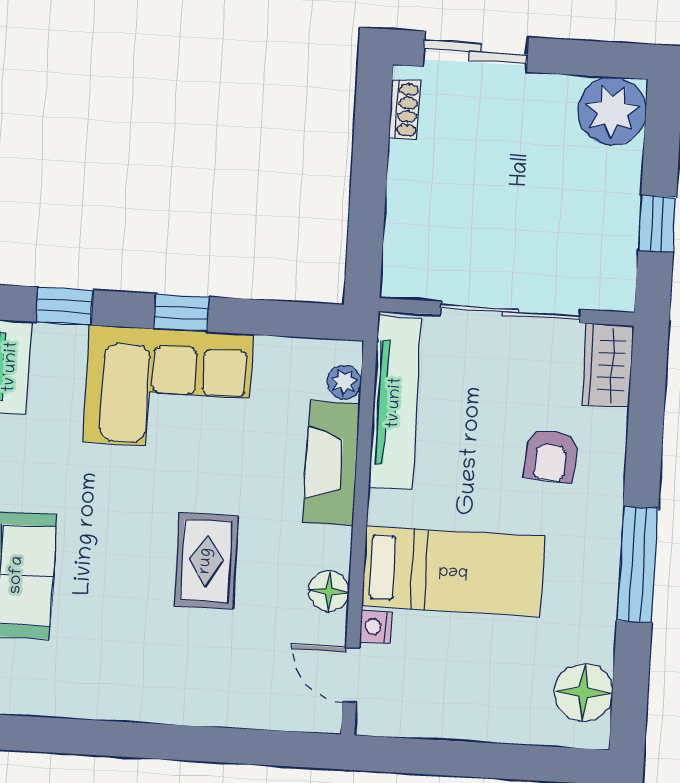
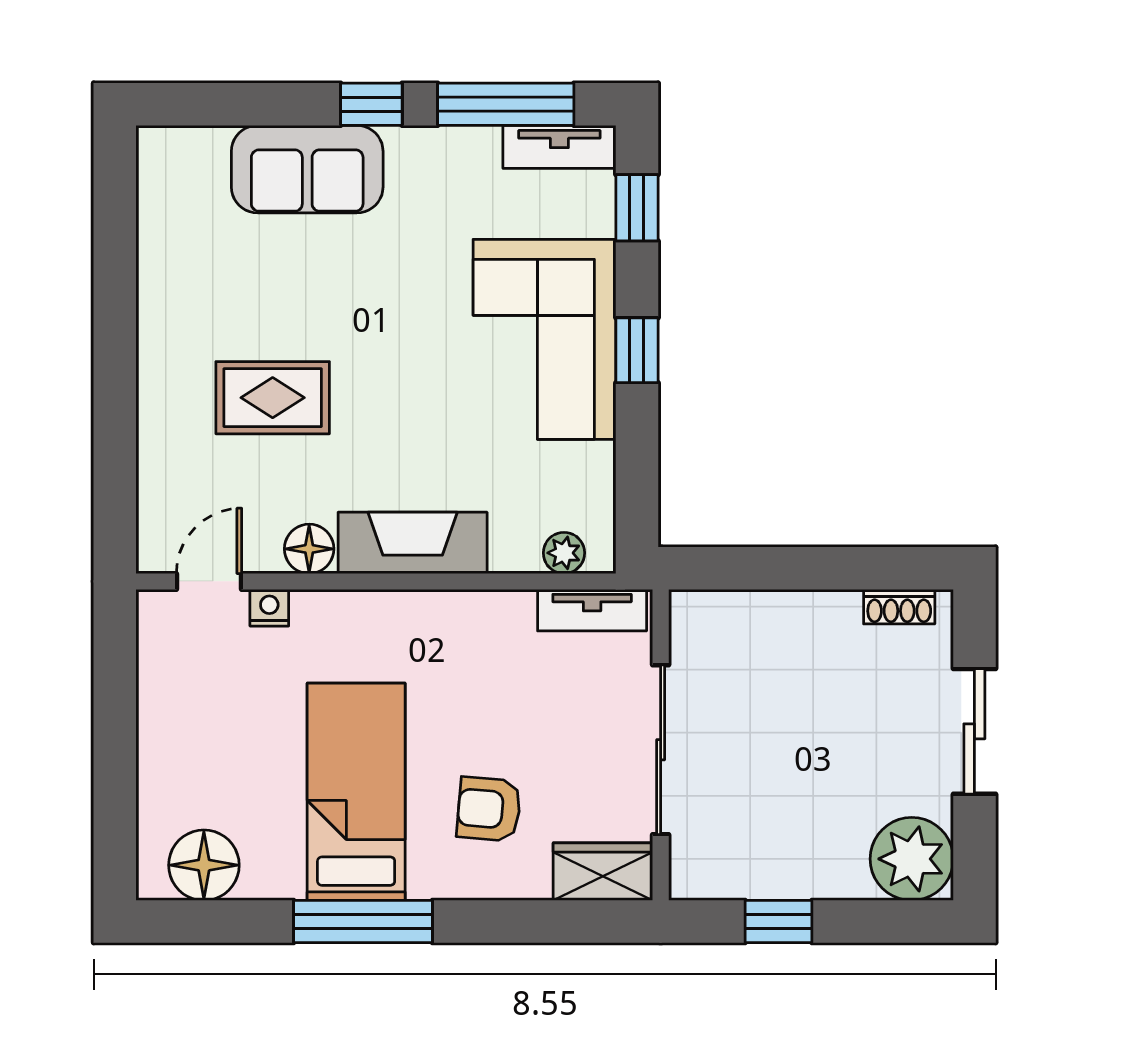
sliding door: (476, 52) -> (974, 731), moved
tv unit: (395, 403) -> (592, 610), width x0.52, depth x0.78
fireplace: (331, 463) -> (413, 543), moved
rug: (206, 561) -> (273, 398), moved
bed: (453, 571) -> (356, 792), moved, turned 180

